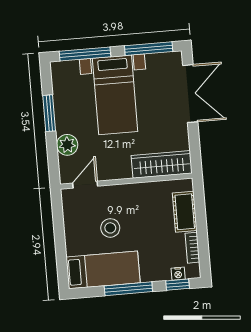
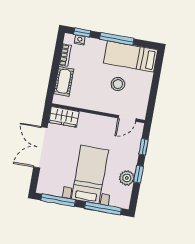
double door: (190, 94) -> (40, 147), moved
window: (49, 113) -> (139, 174), width x0.67
plant: (67, 145) -> (127, 178), moved
window: (52, 152) -> (144, 147), added
wardrobe: (162, 164) -> (64, 117), width x0.67

